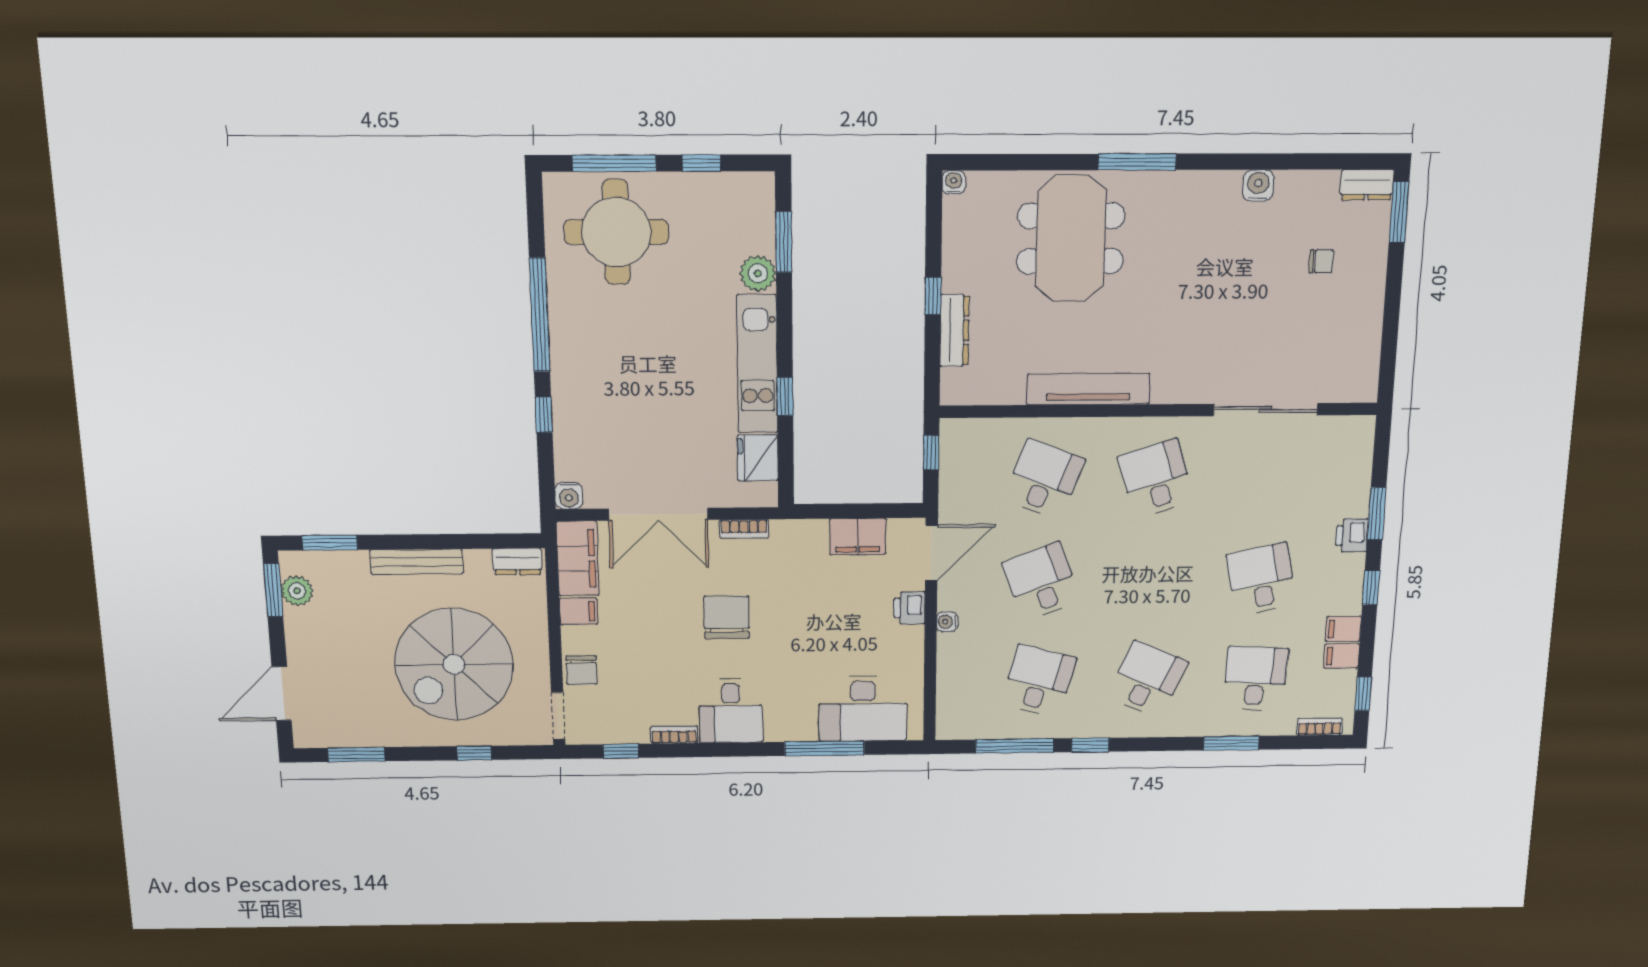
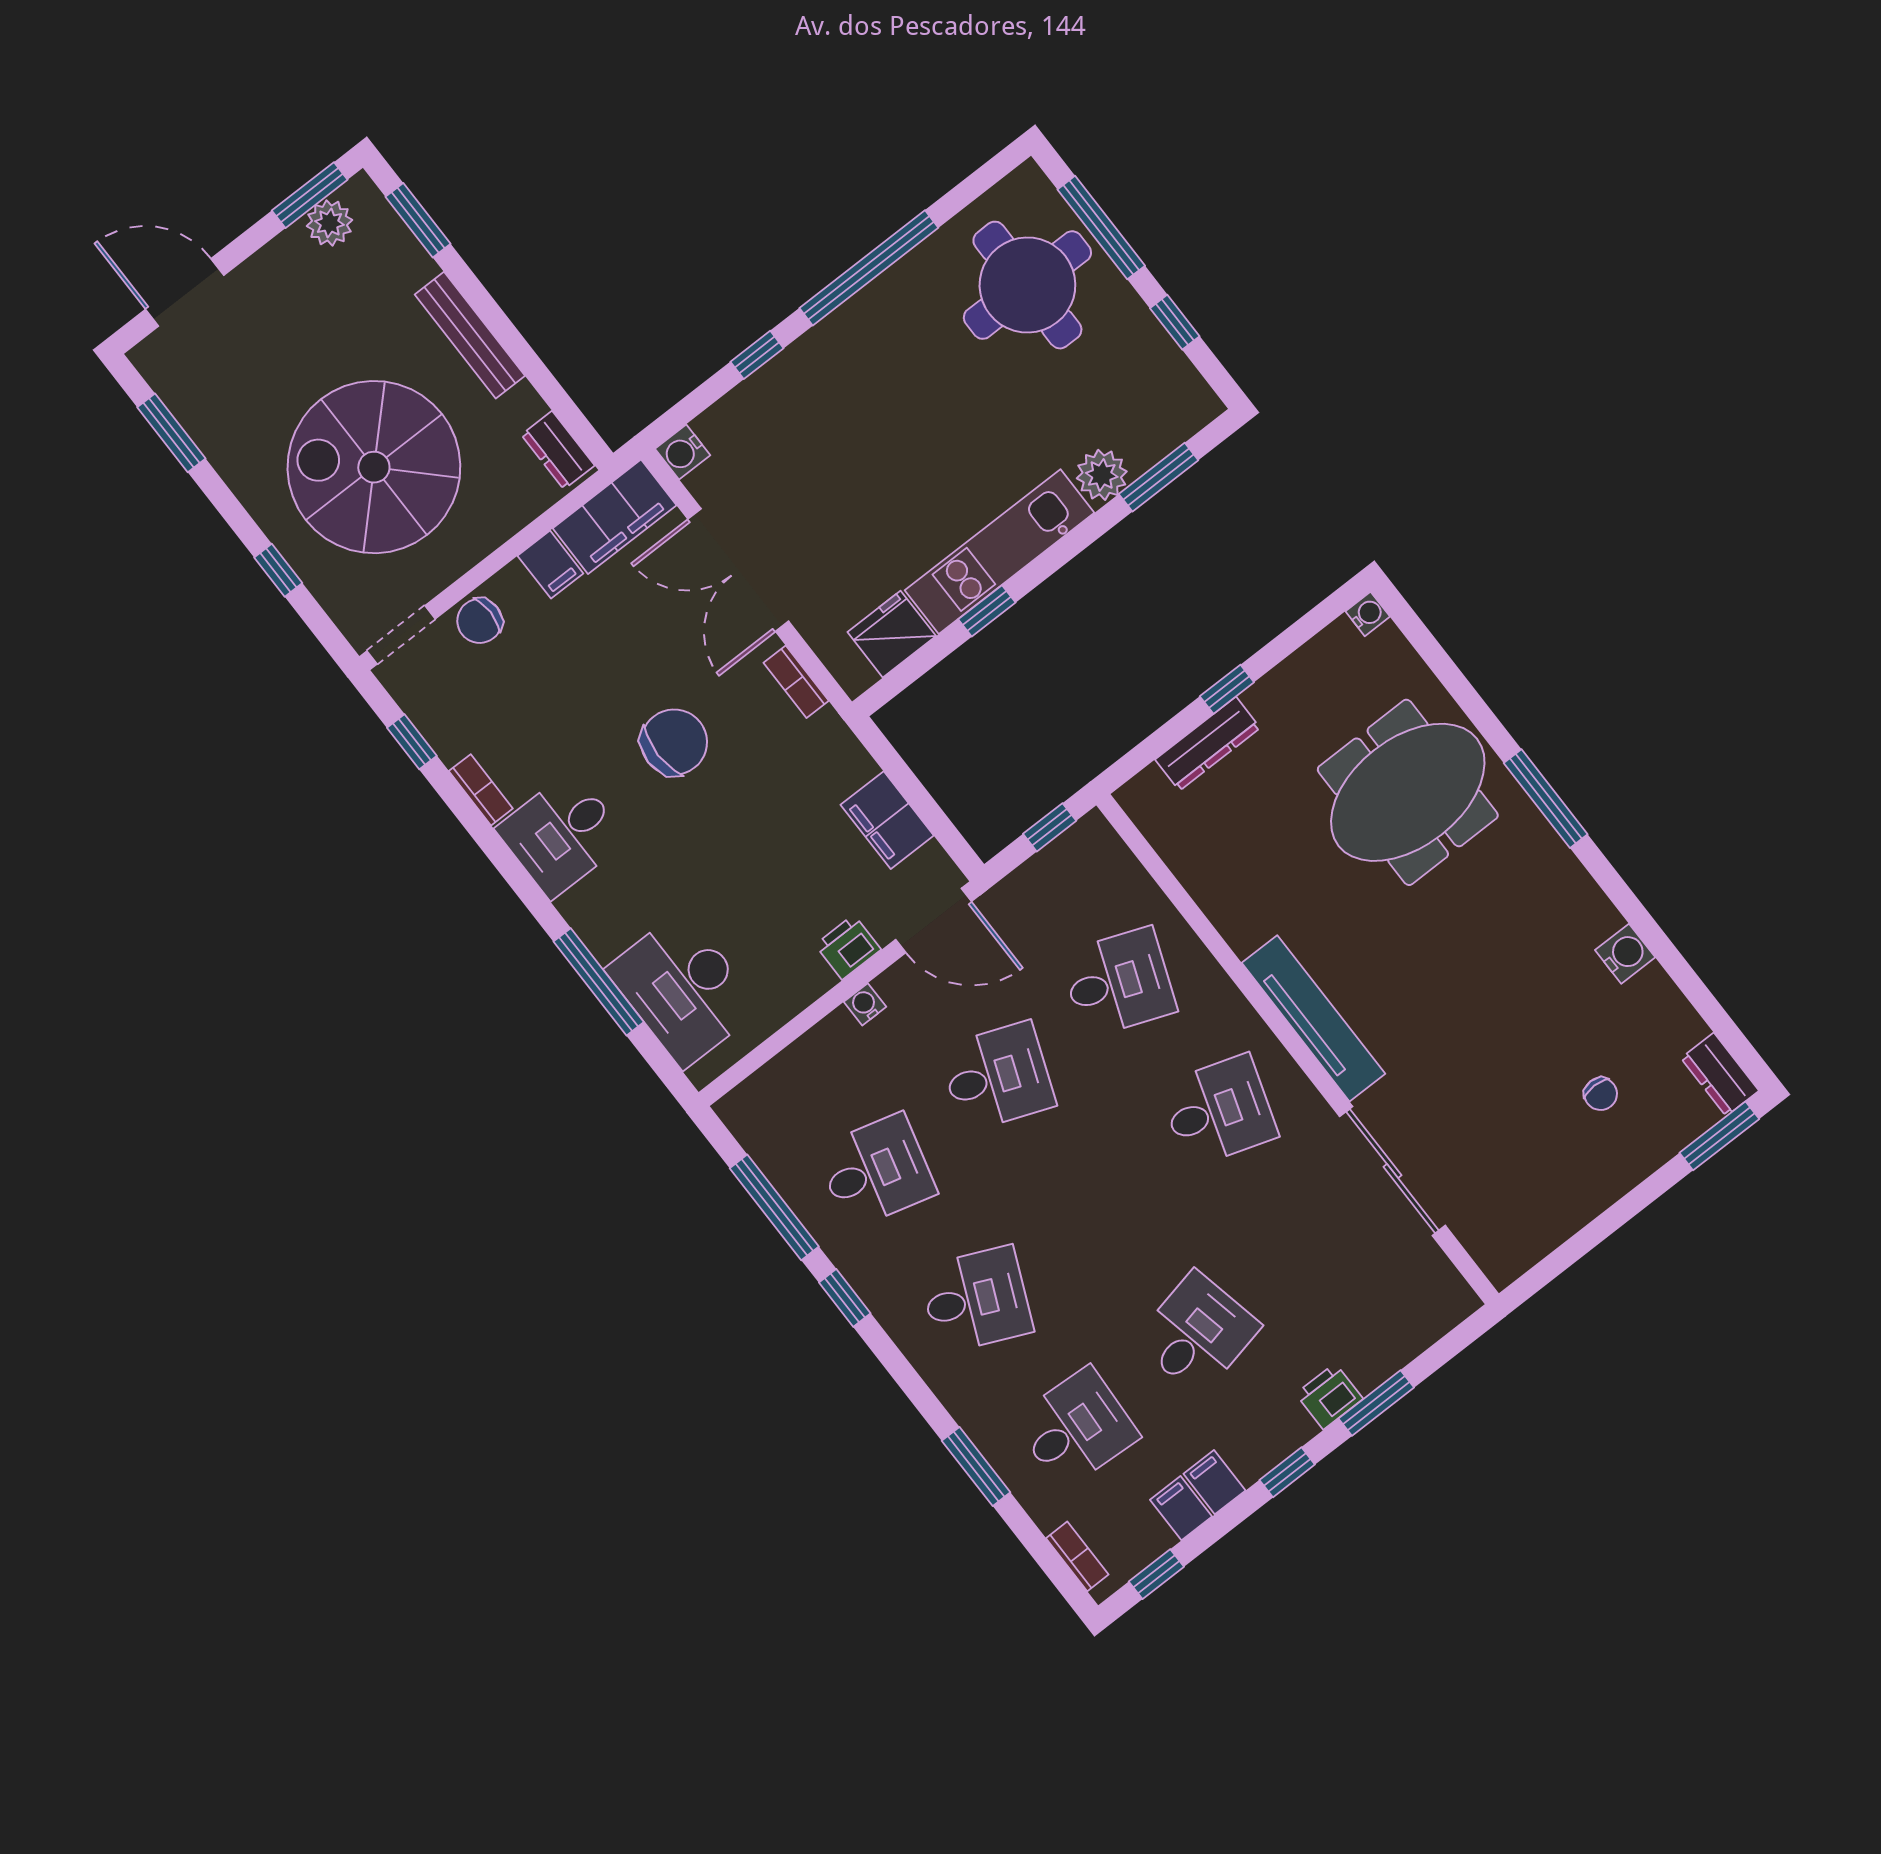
tv unit: (1088, 389) -> (1313, 1018), moved
desk: (1156, 479) -> (1218, 1111), turned 36
desk: (1041, 582) -> (997, 1077), turned 42

